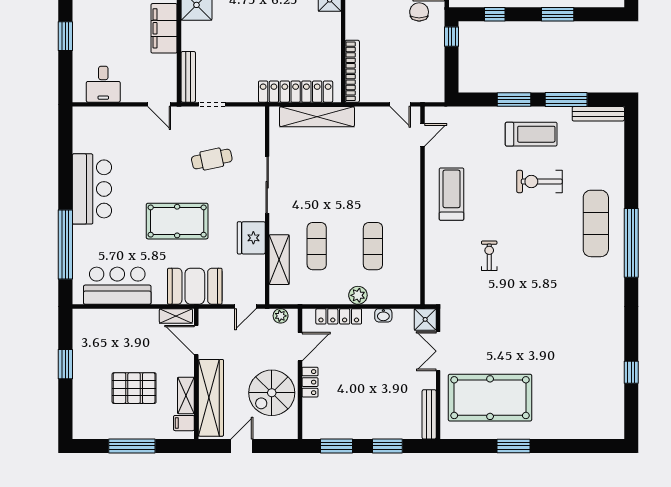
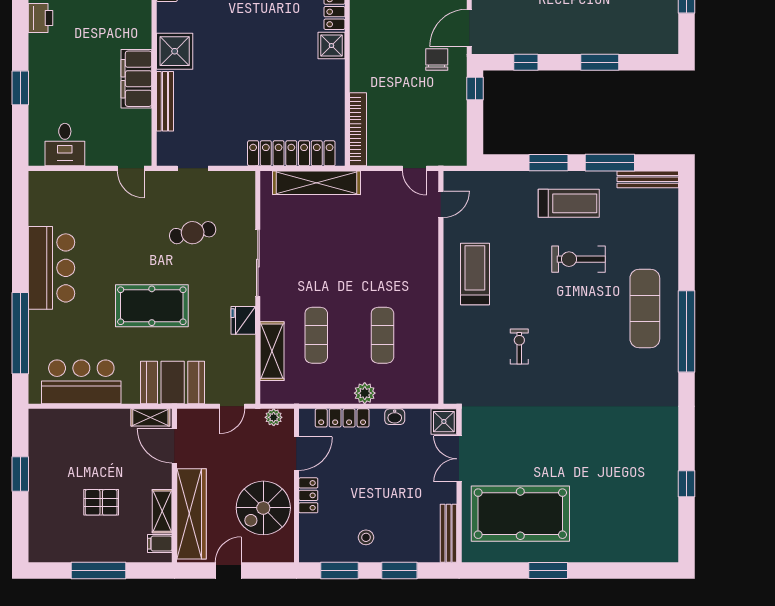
bench: (188, 77) -> (165, 101), moved
fridge: (251, 238) -> (243, 320), width x0.73, depth x0.75
pallet: (134, 388) -> (101, 502), width x0.67, depth x0.71
stool: (359, 418) -> (366, 537), added

